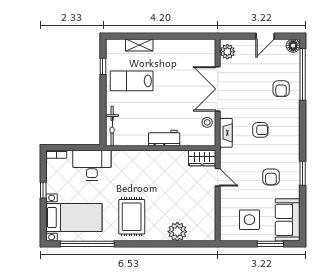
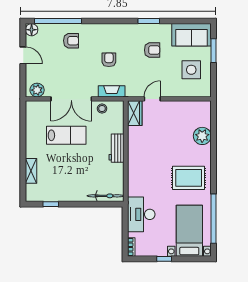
lab bench: (132, 81) -> (66, 135), moved, turned -90

